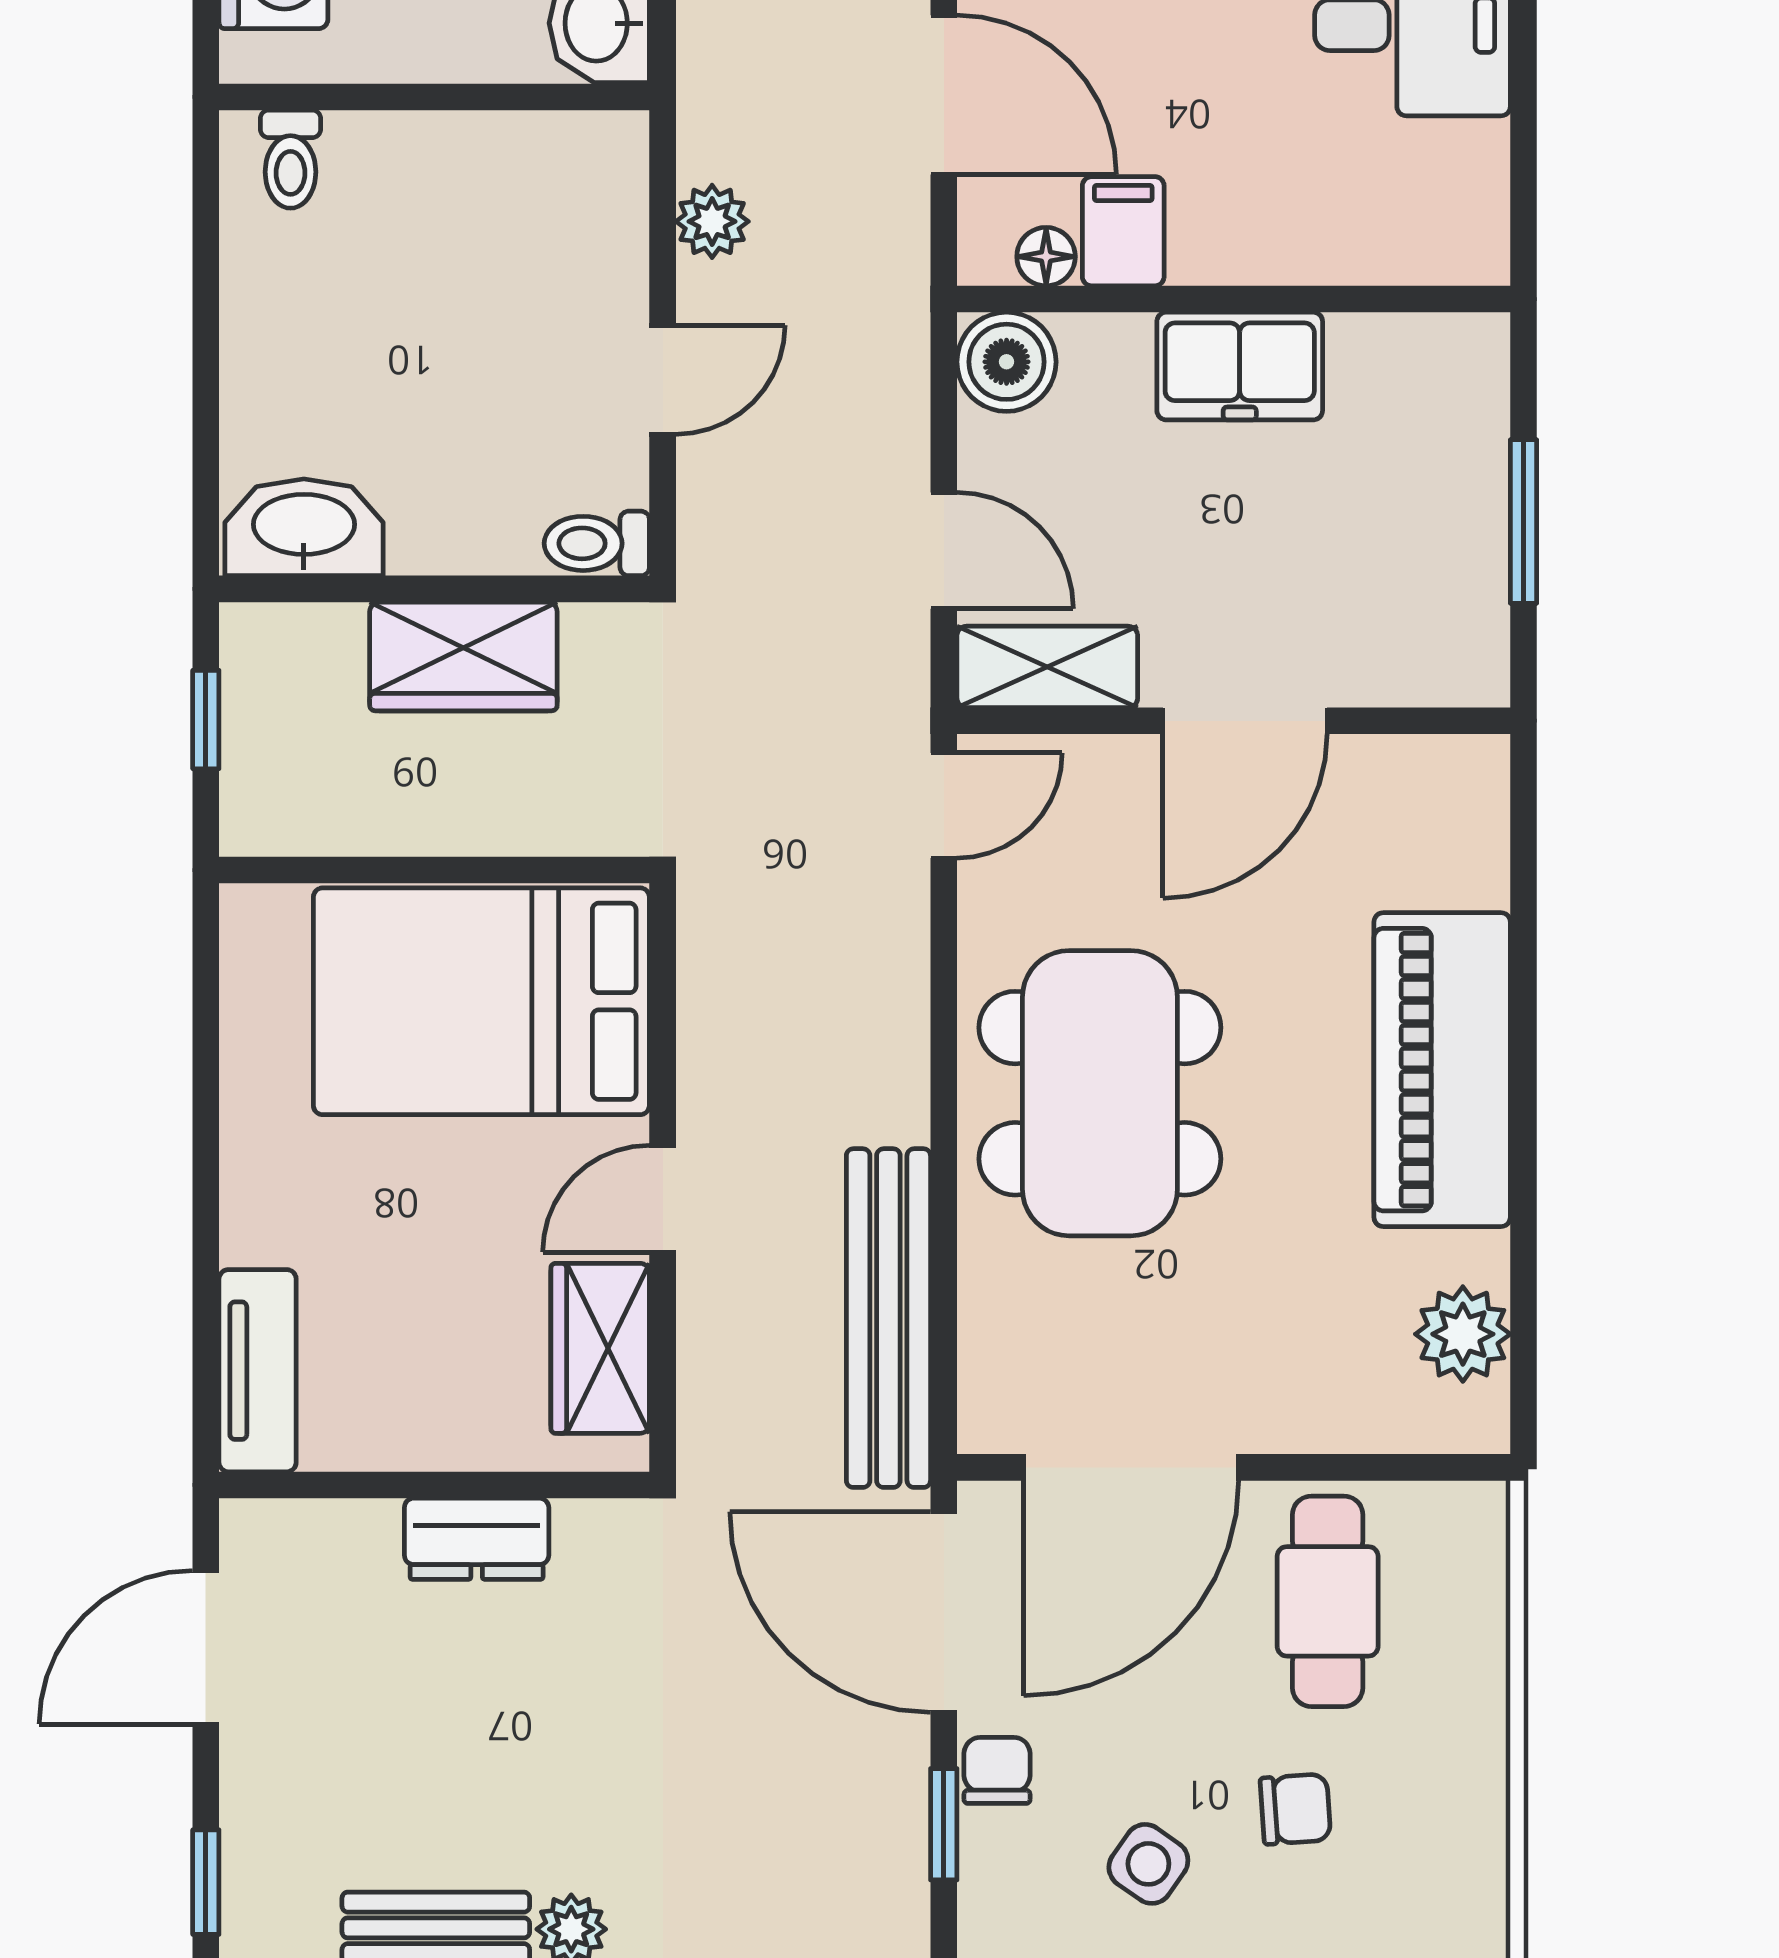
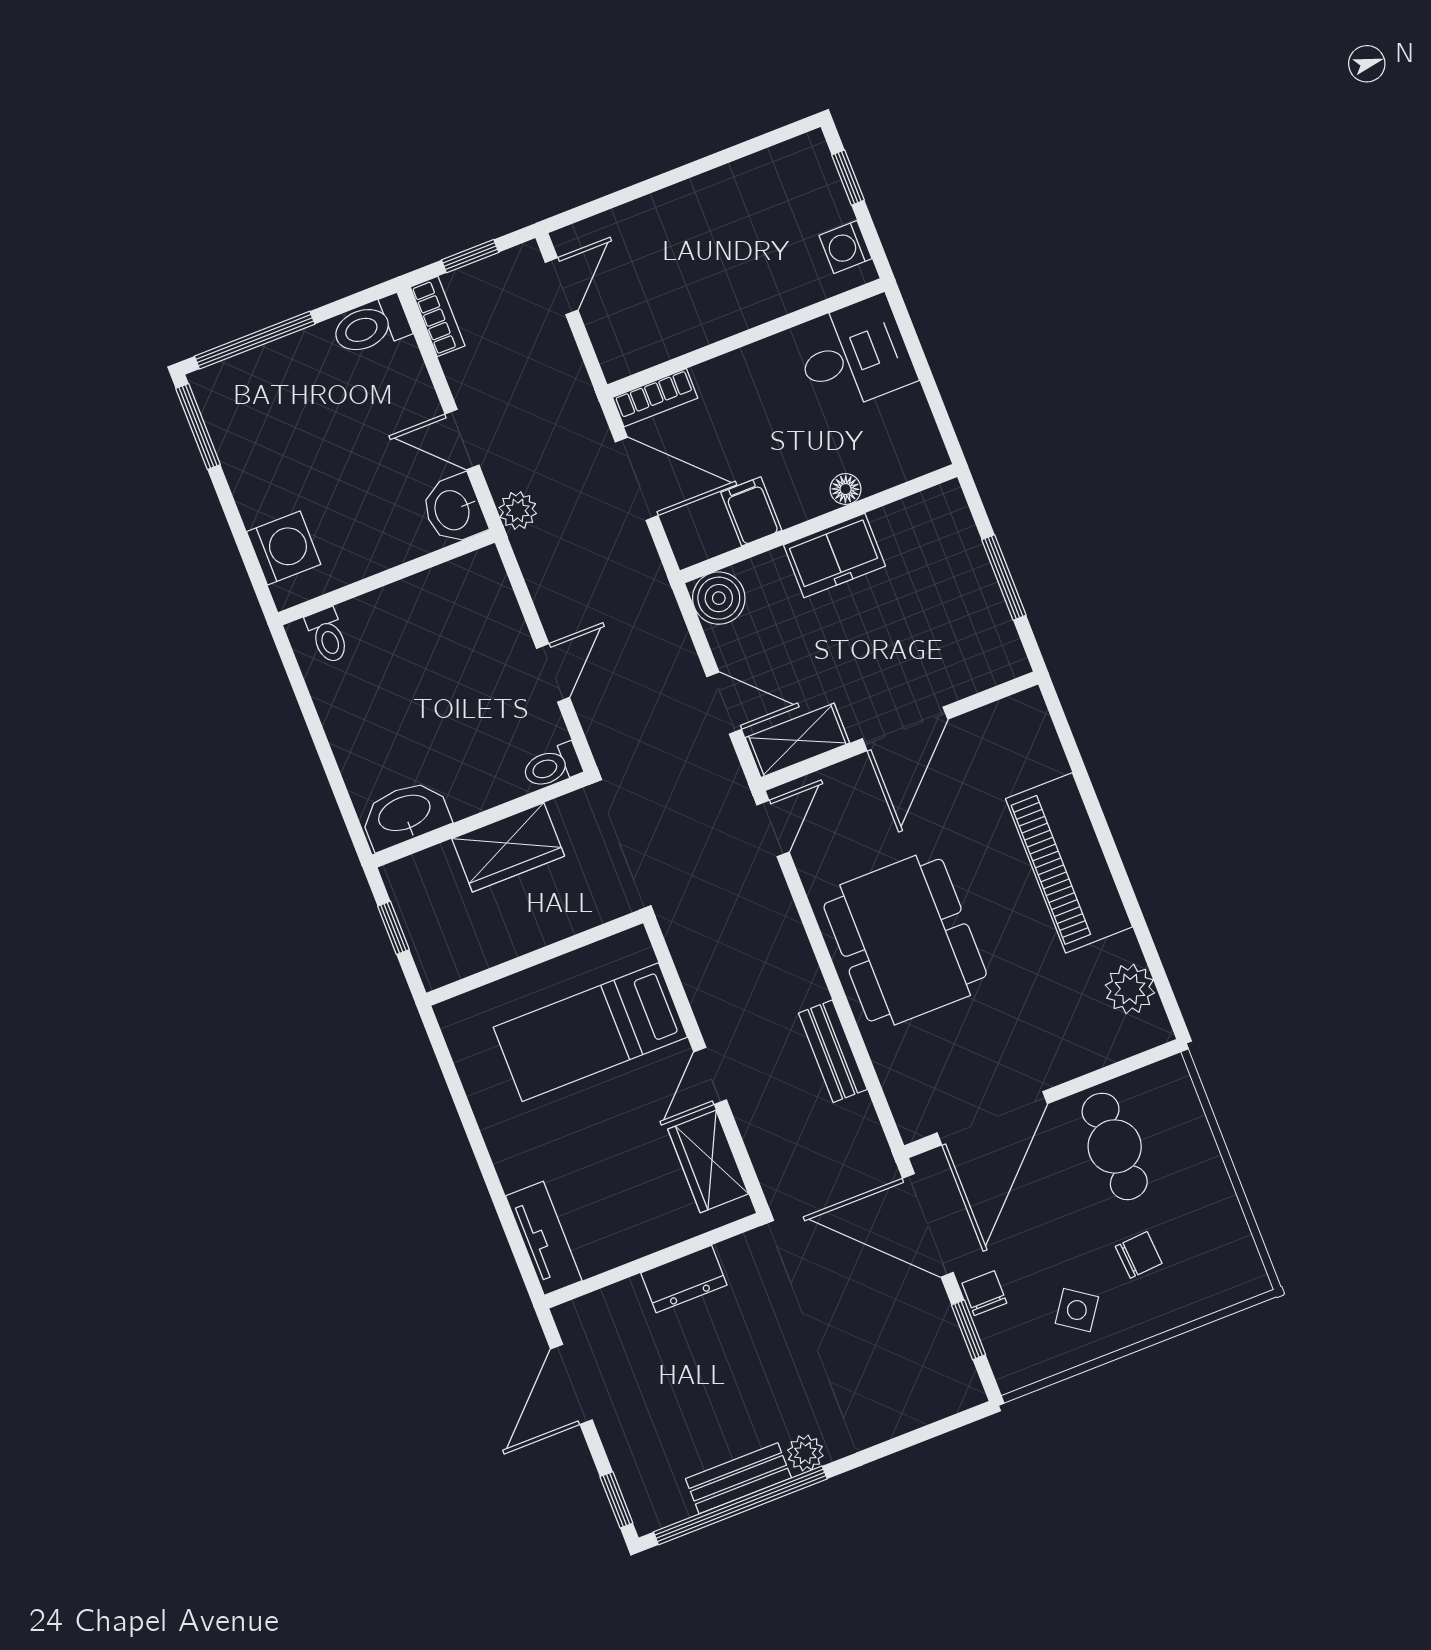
plant: (712, 221) -> (518, 510), moved
floor lamp: (1046, 257) -> (846, 489), moved
bed: (481, 1001) -> (590, 1032), width x0.67
bench: (888, 1318) -> (833, 1051), width x0.54, depth x0.82

